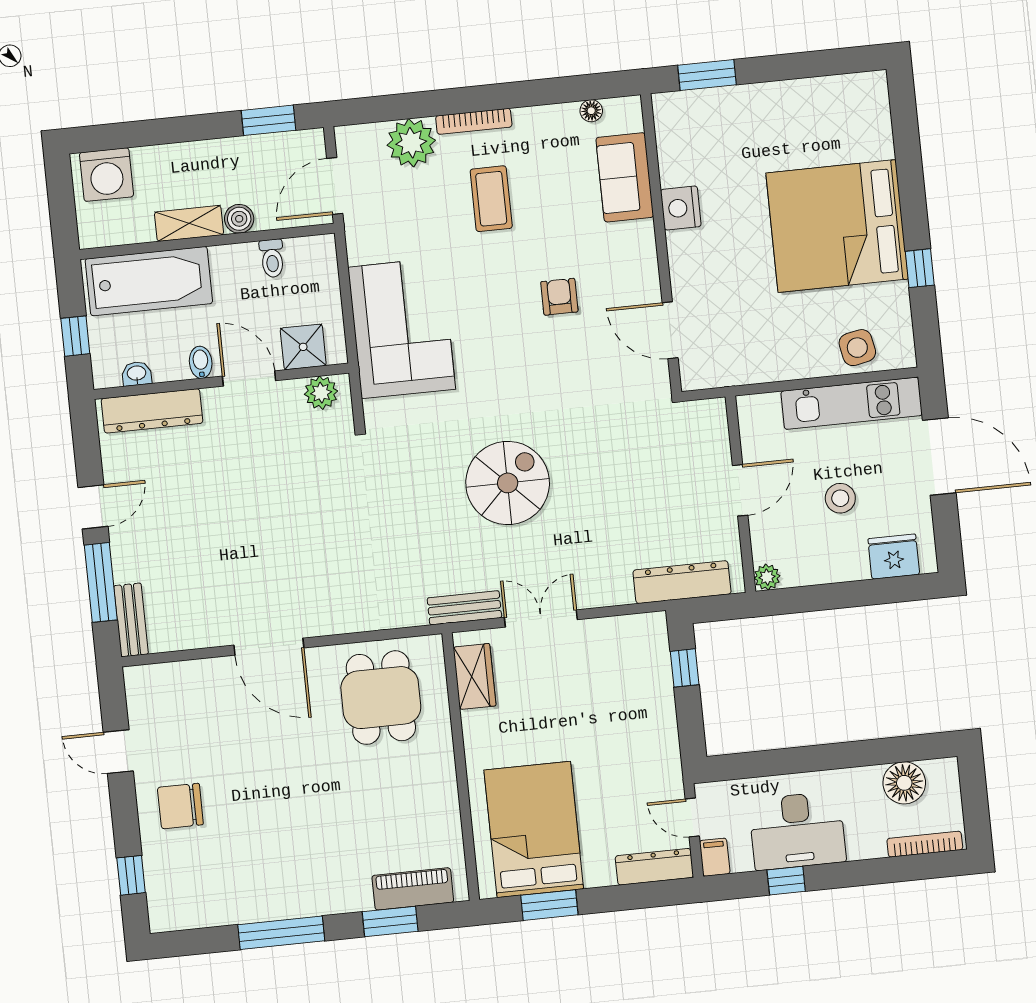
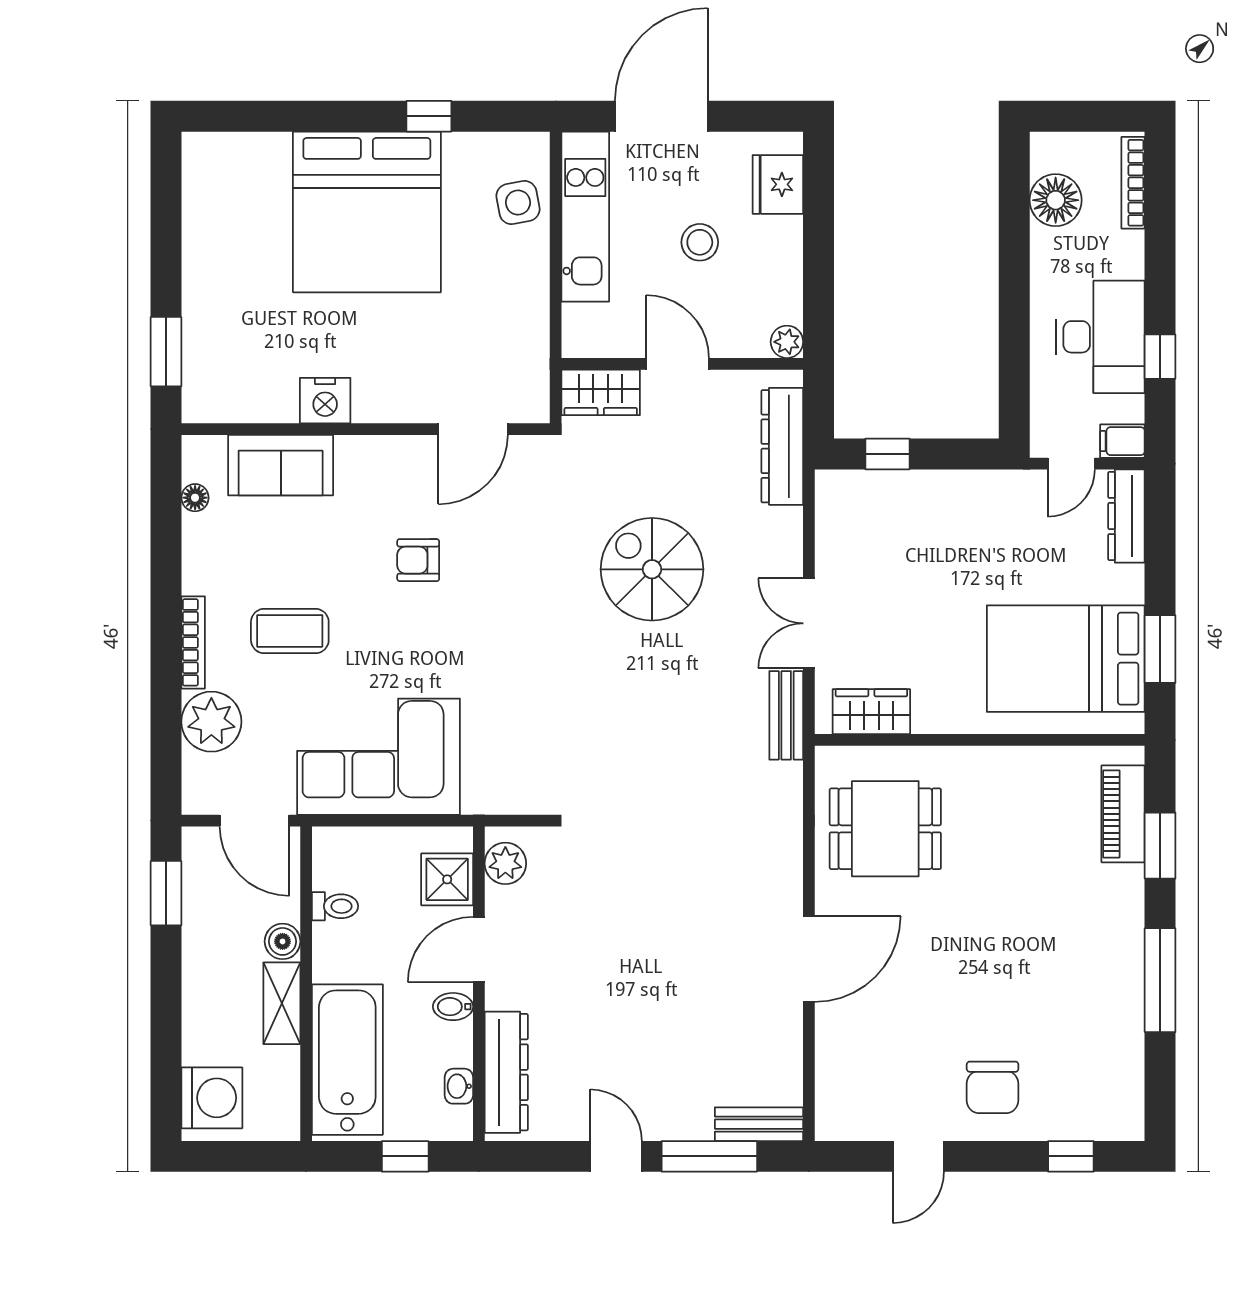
corner sofa: (402, 328) -> (378, 757), moved
wardrobe: (711, 430) -> (601, 392), added
spiral stairs: (508, 483) -> (652, 569), moved

